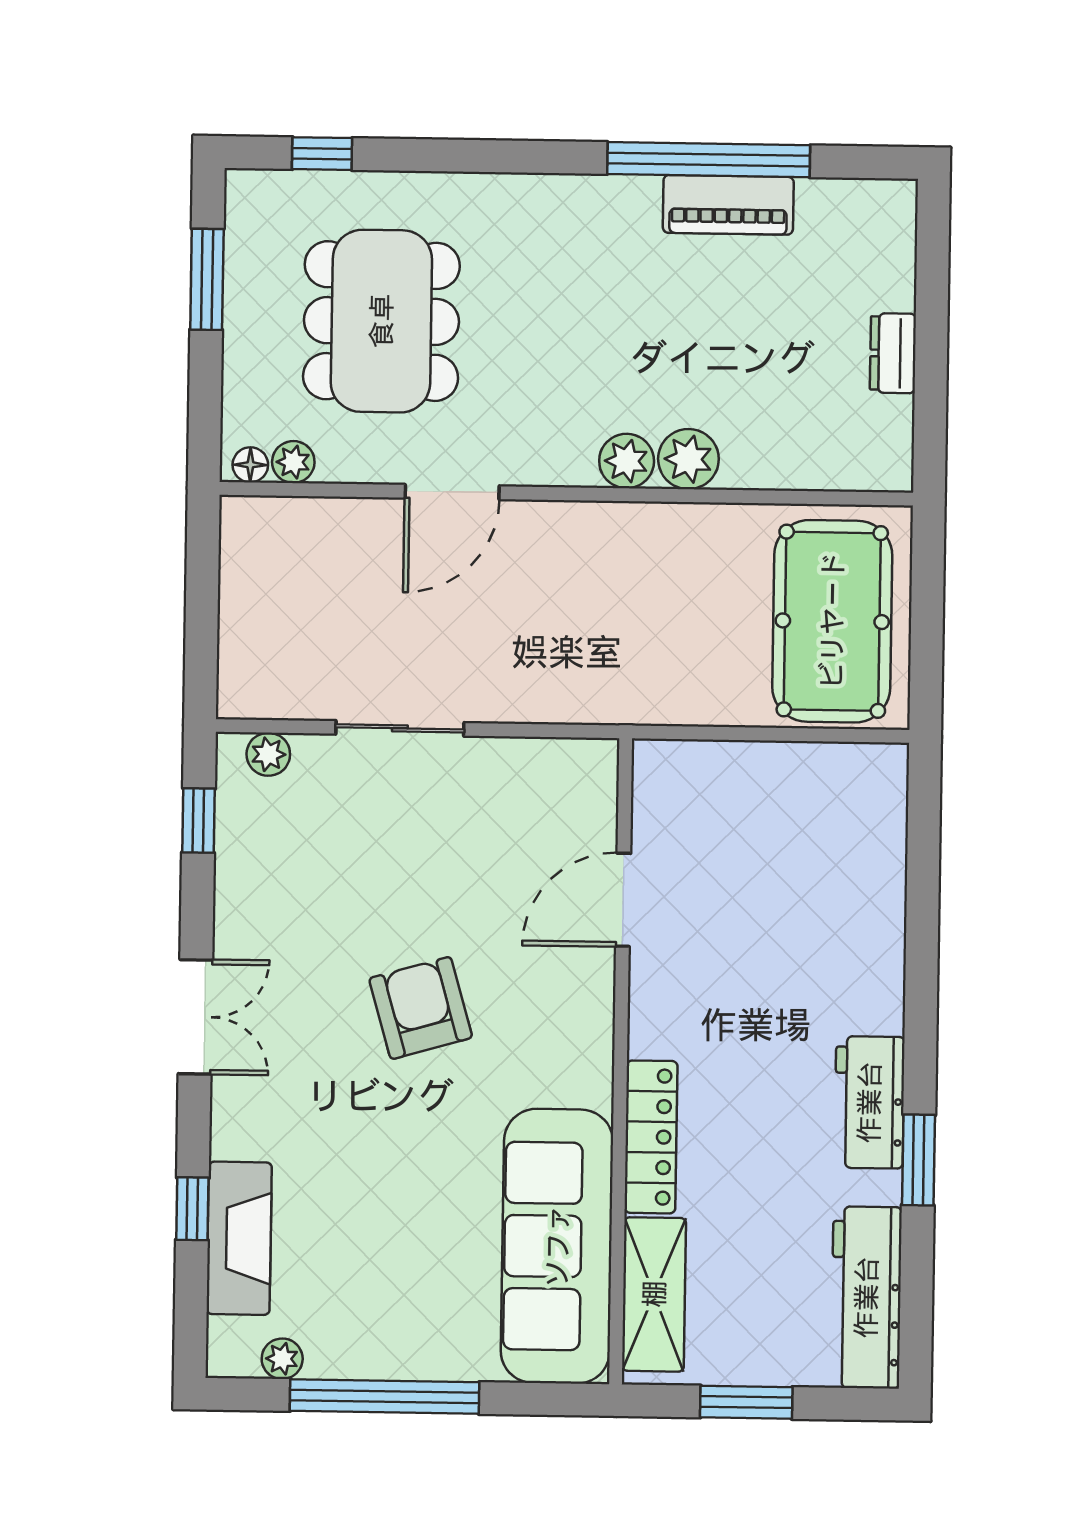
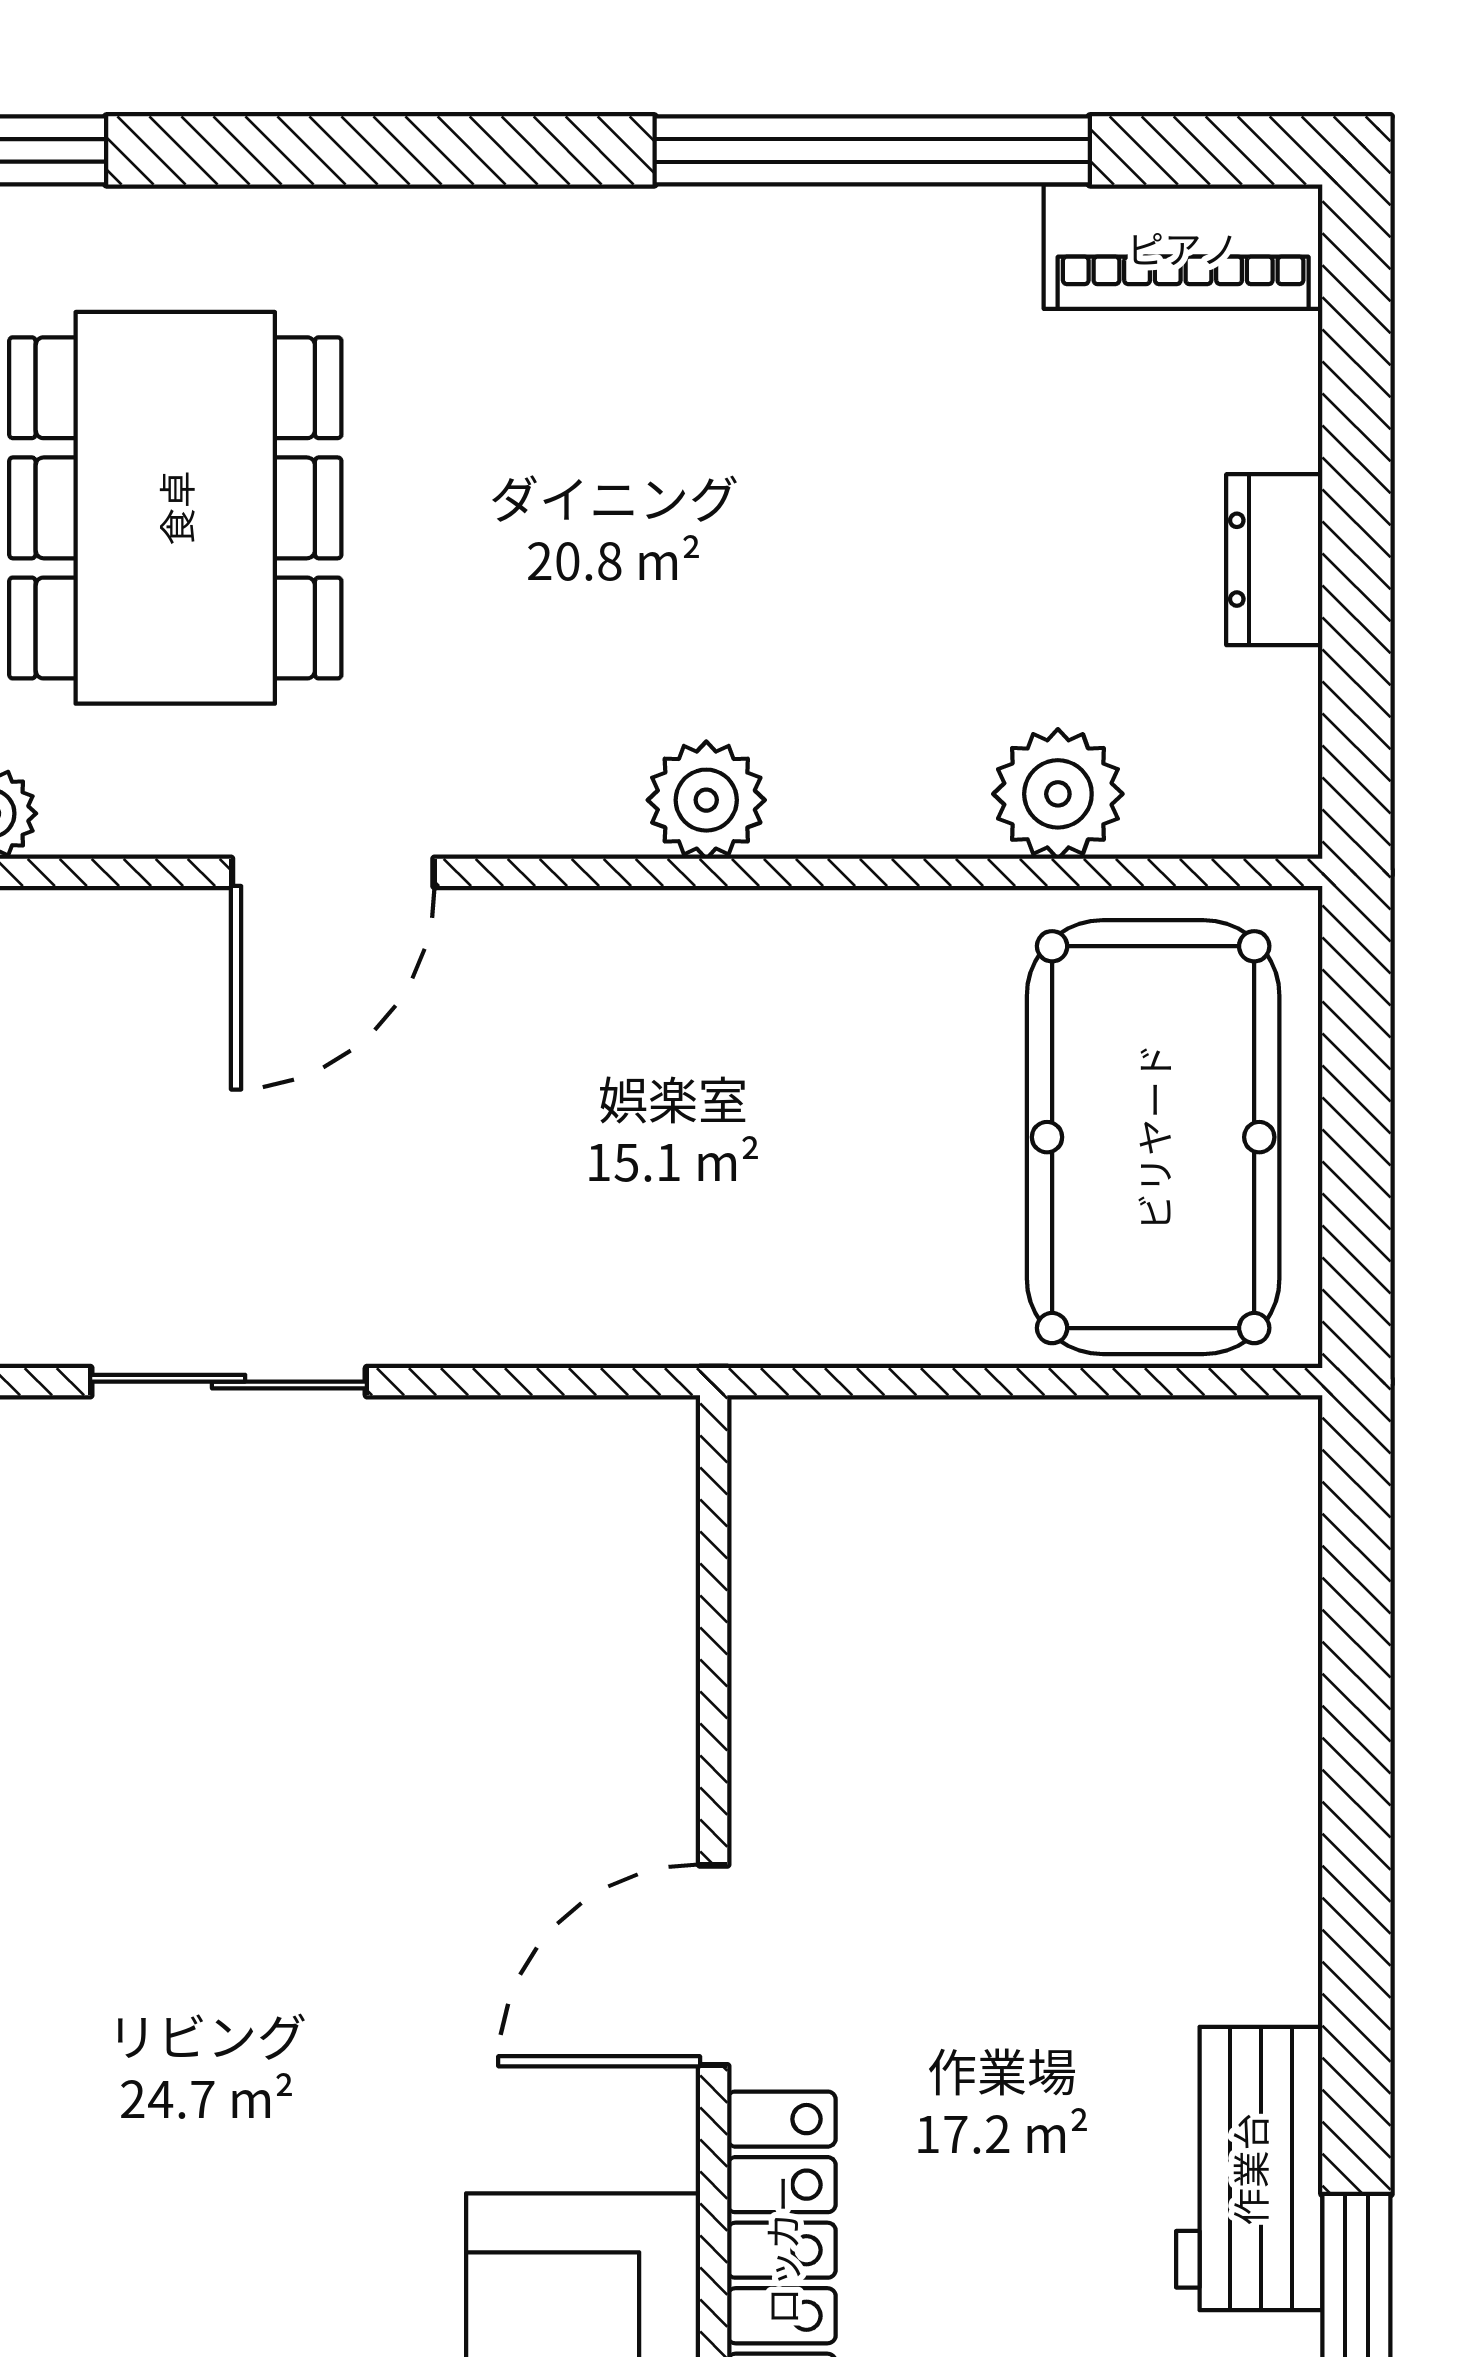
piano: (728, 205) -> (1183, 247), moved
plant: (688, 459) -> (1058, 794), moved
door: (623, 900) -> (714, 1965), moved
armchair: (421, 1008) -> (283, 1981), removed

